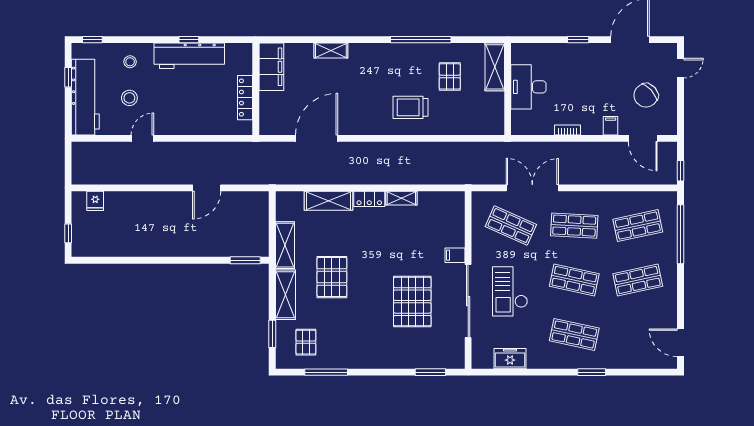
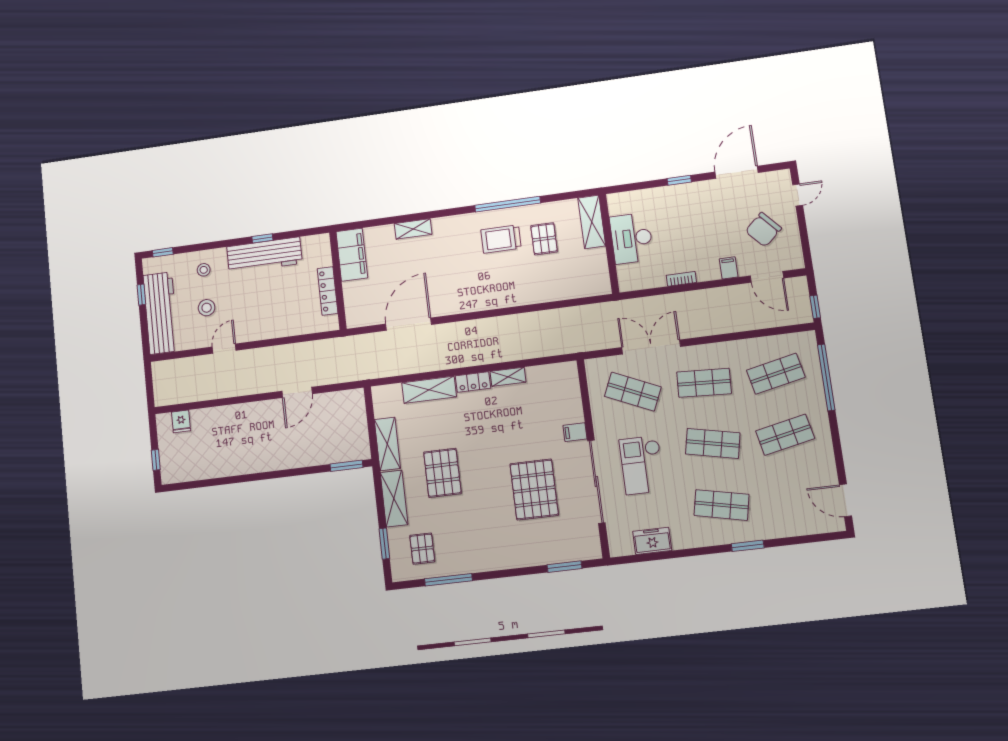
trolley: (410, 107) -> (501, 239), moved

